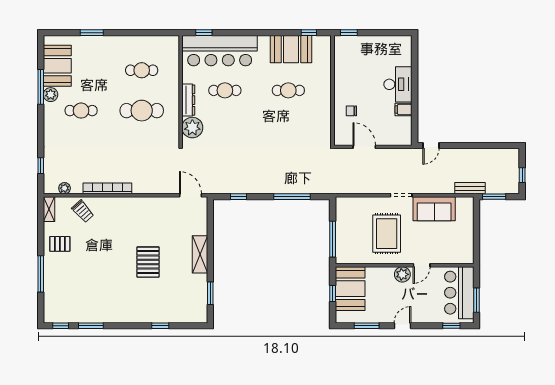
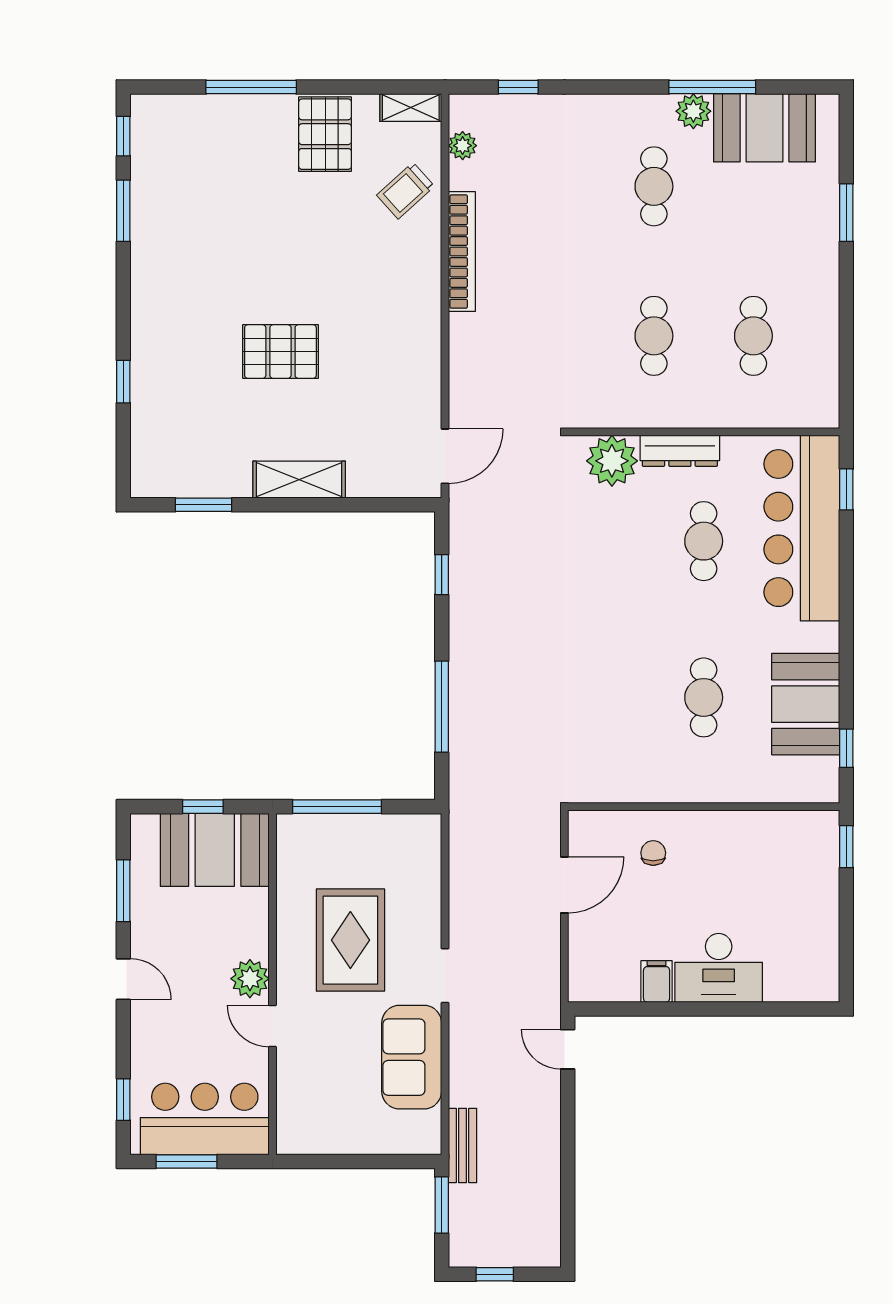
cafe table: (142, 111) -> (654, 336), width x0.73, depth x0.74
rug: (387, 234) -> (350, 940), turned 90
pallet: (60, 244) -> (325, 134), width x1.50, depth x1.42

